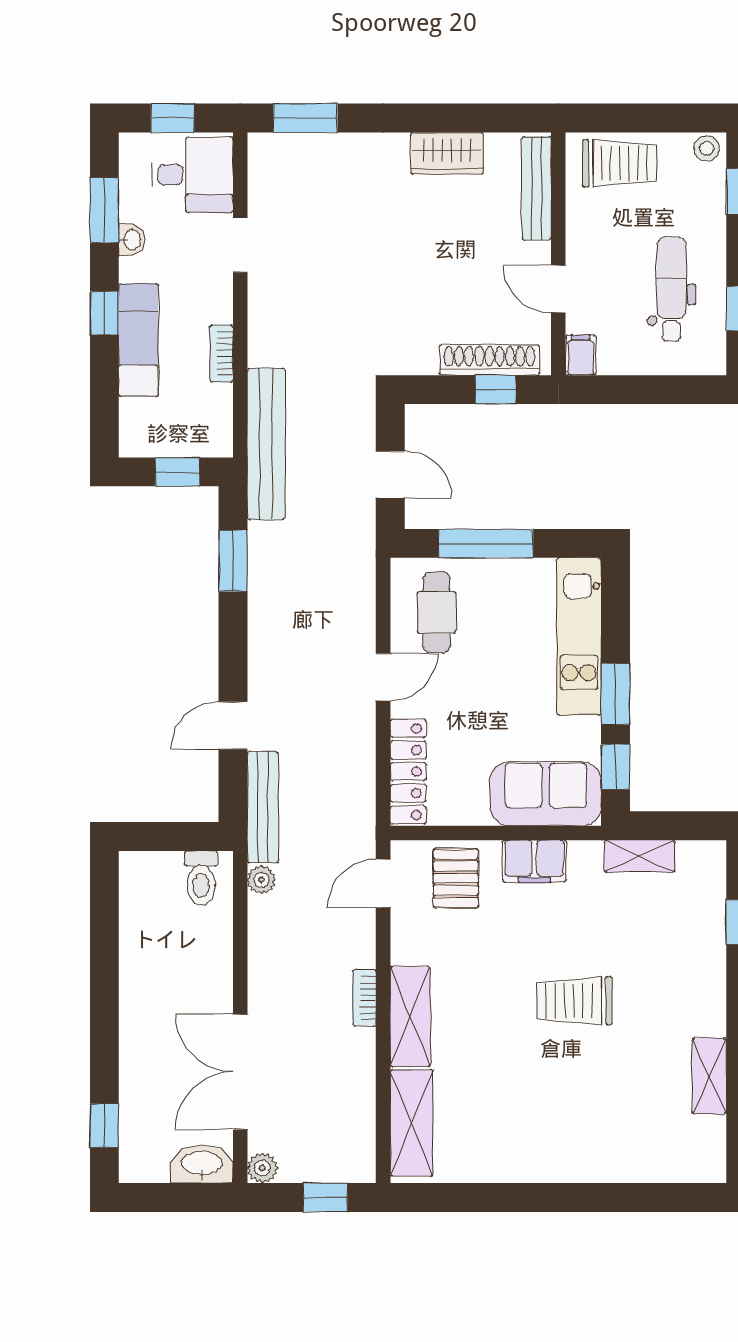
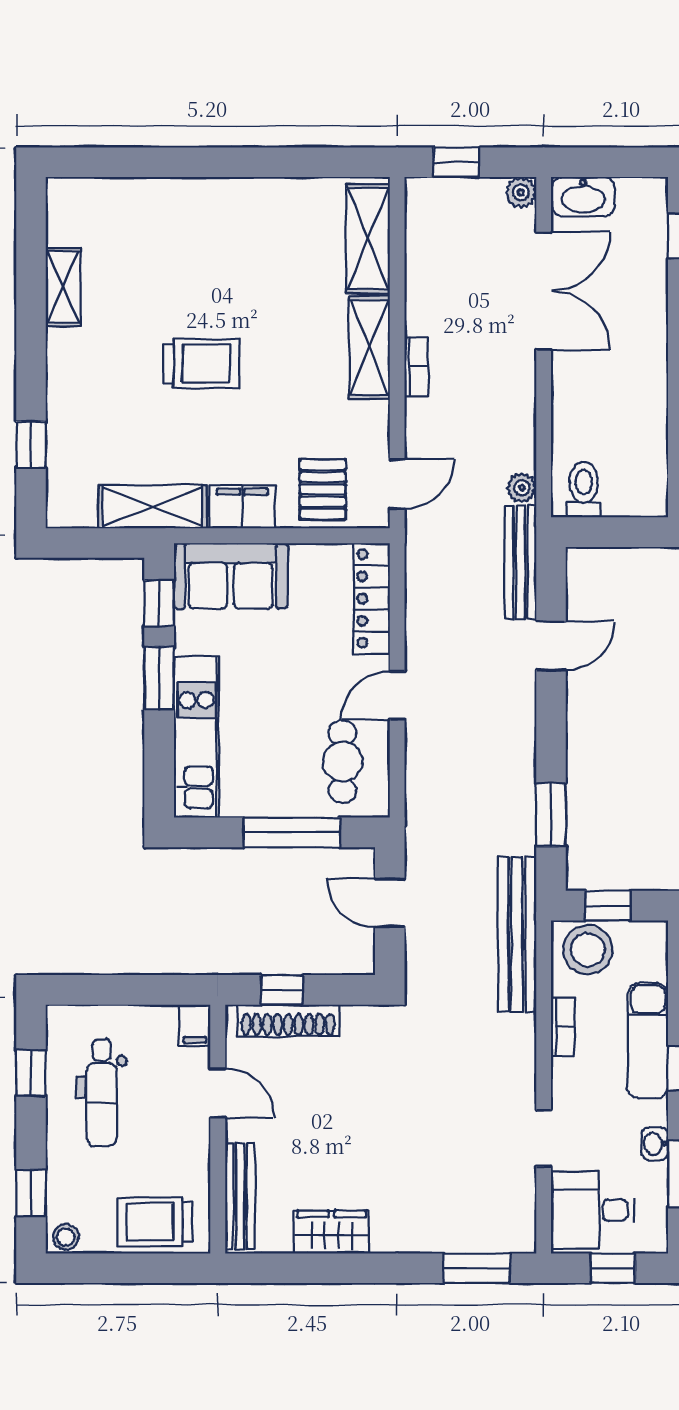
stool: (197, 429) -> (588, 950), added
shelving: (640, 856) -> (152, 507), width x1.50, depth x1.33

